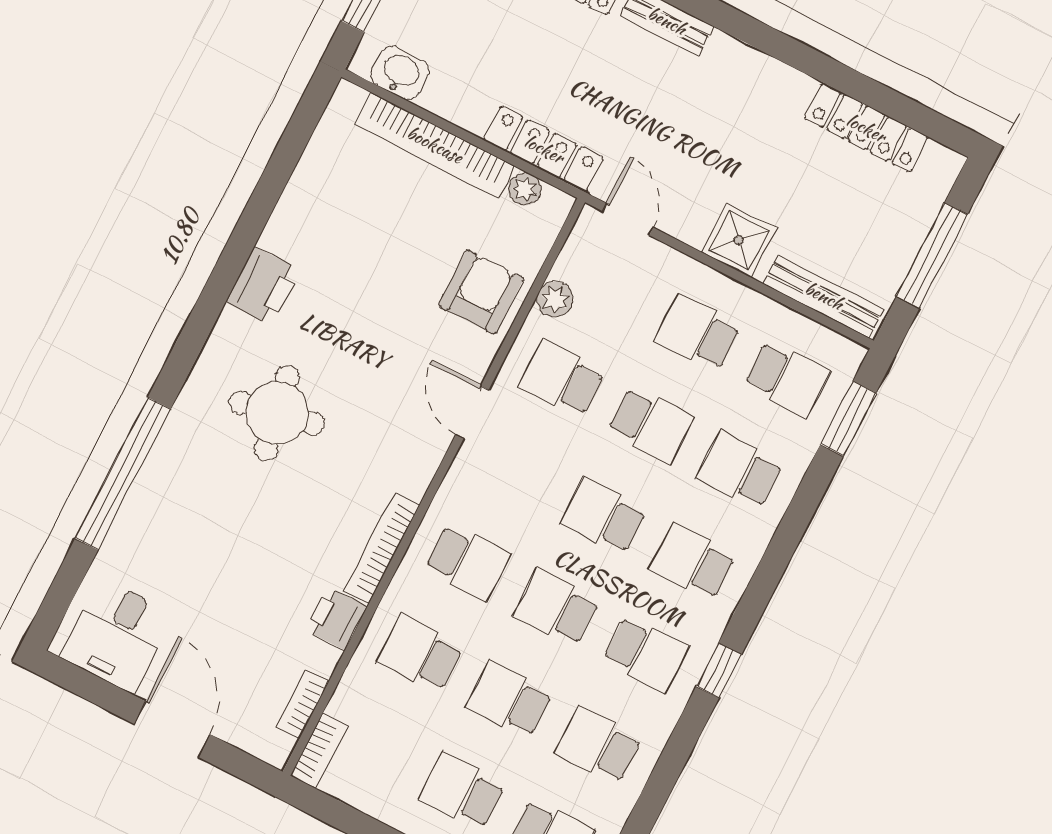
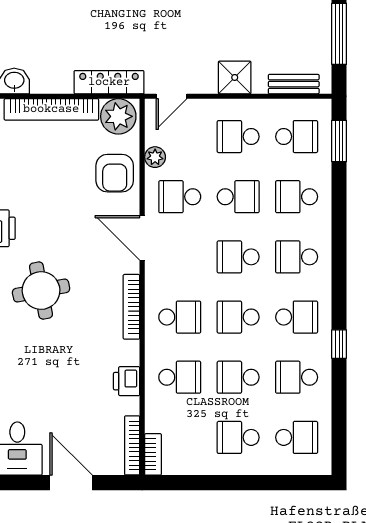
plant: (525, 189) -> (118, 116), width x1.88, depth x1.88
door: (628, 219) -> (171, 96), swing flipped
armchair: (481, 292) -> (115, 173), turned 180
bench: (824, 296) -> (294, 84), width x0.73
door: (472, 412) -> (142, 238), width x1.38
bookcase: (382, 548) -> (131, 307), moved
school desk: (420, 654) -> (180, 377), turned 180
window: (719, 670) -> (339, 344), moved
bookcase: (303, 704) -> (132, 445), width x1.56

